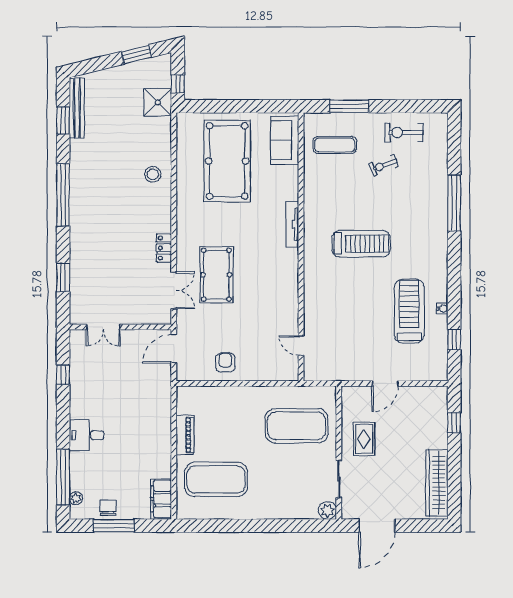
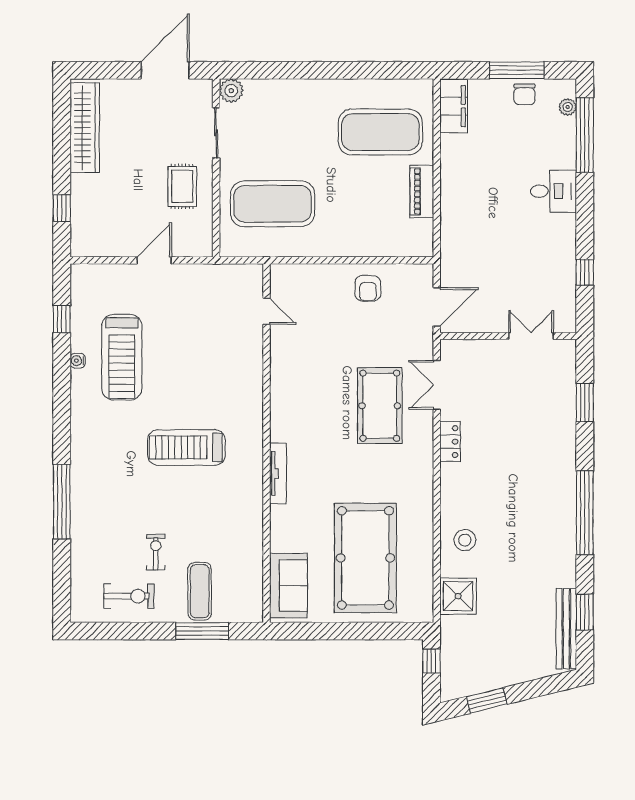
shower: (158, 102) -> (458, 596), moved
exercise mat: (335, 145) -> (200, 591), moved, turned 90
exercise bike: (384, 165) -> (156, 552), turned -69

